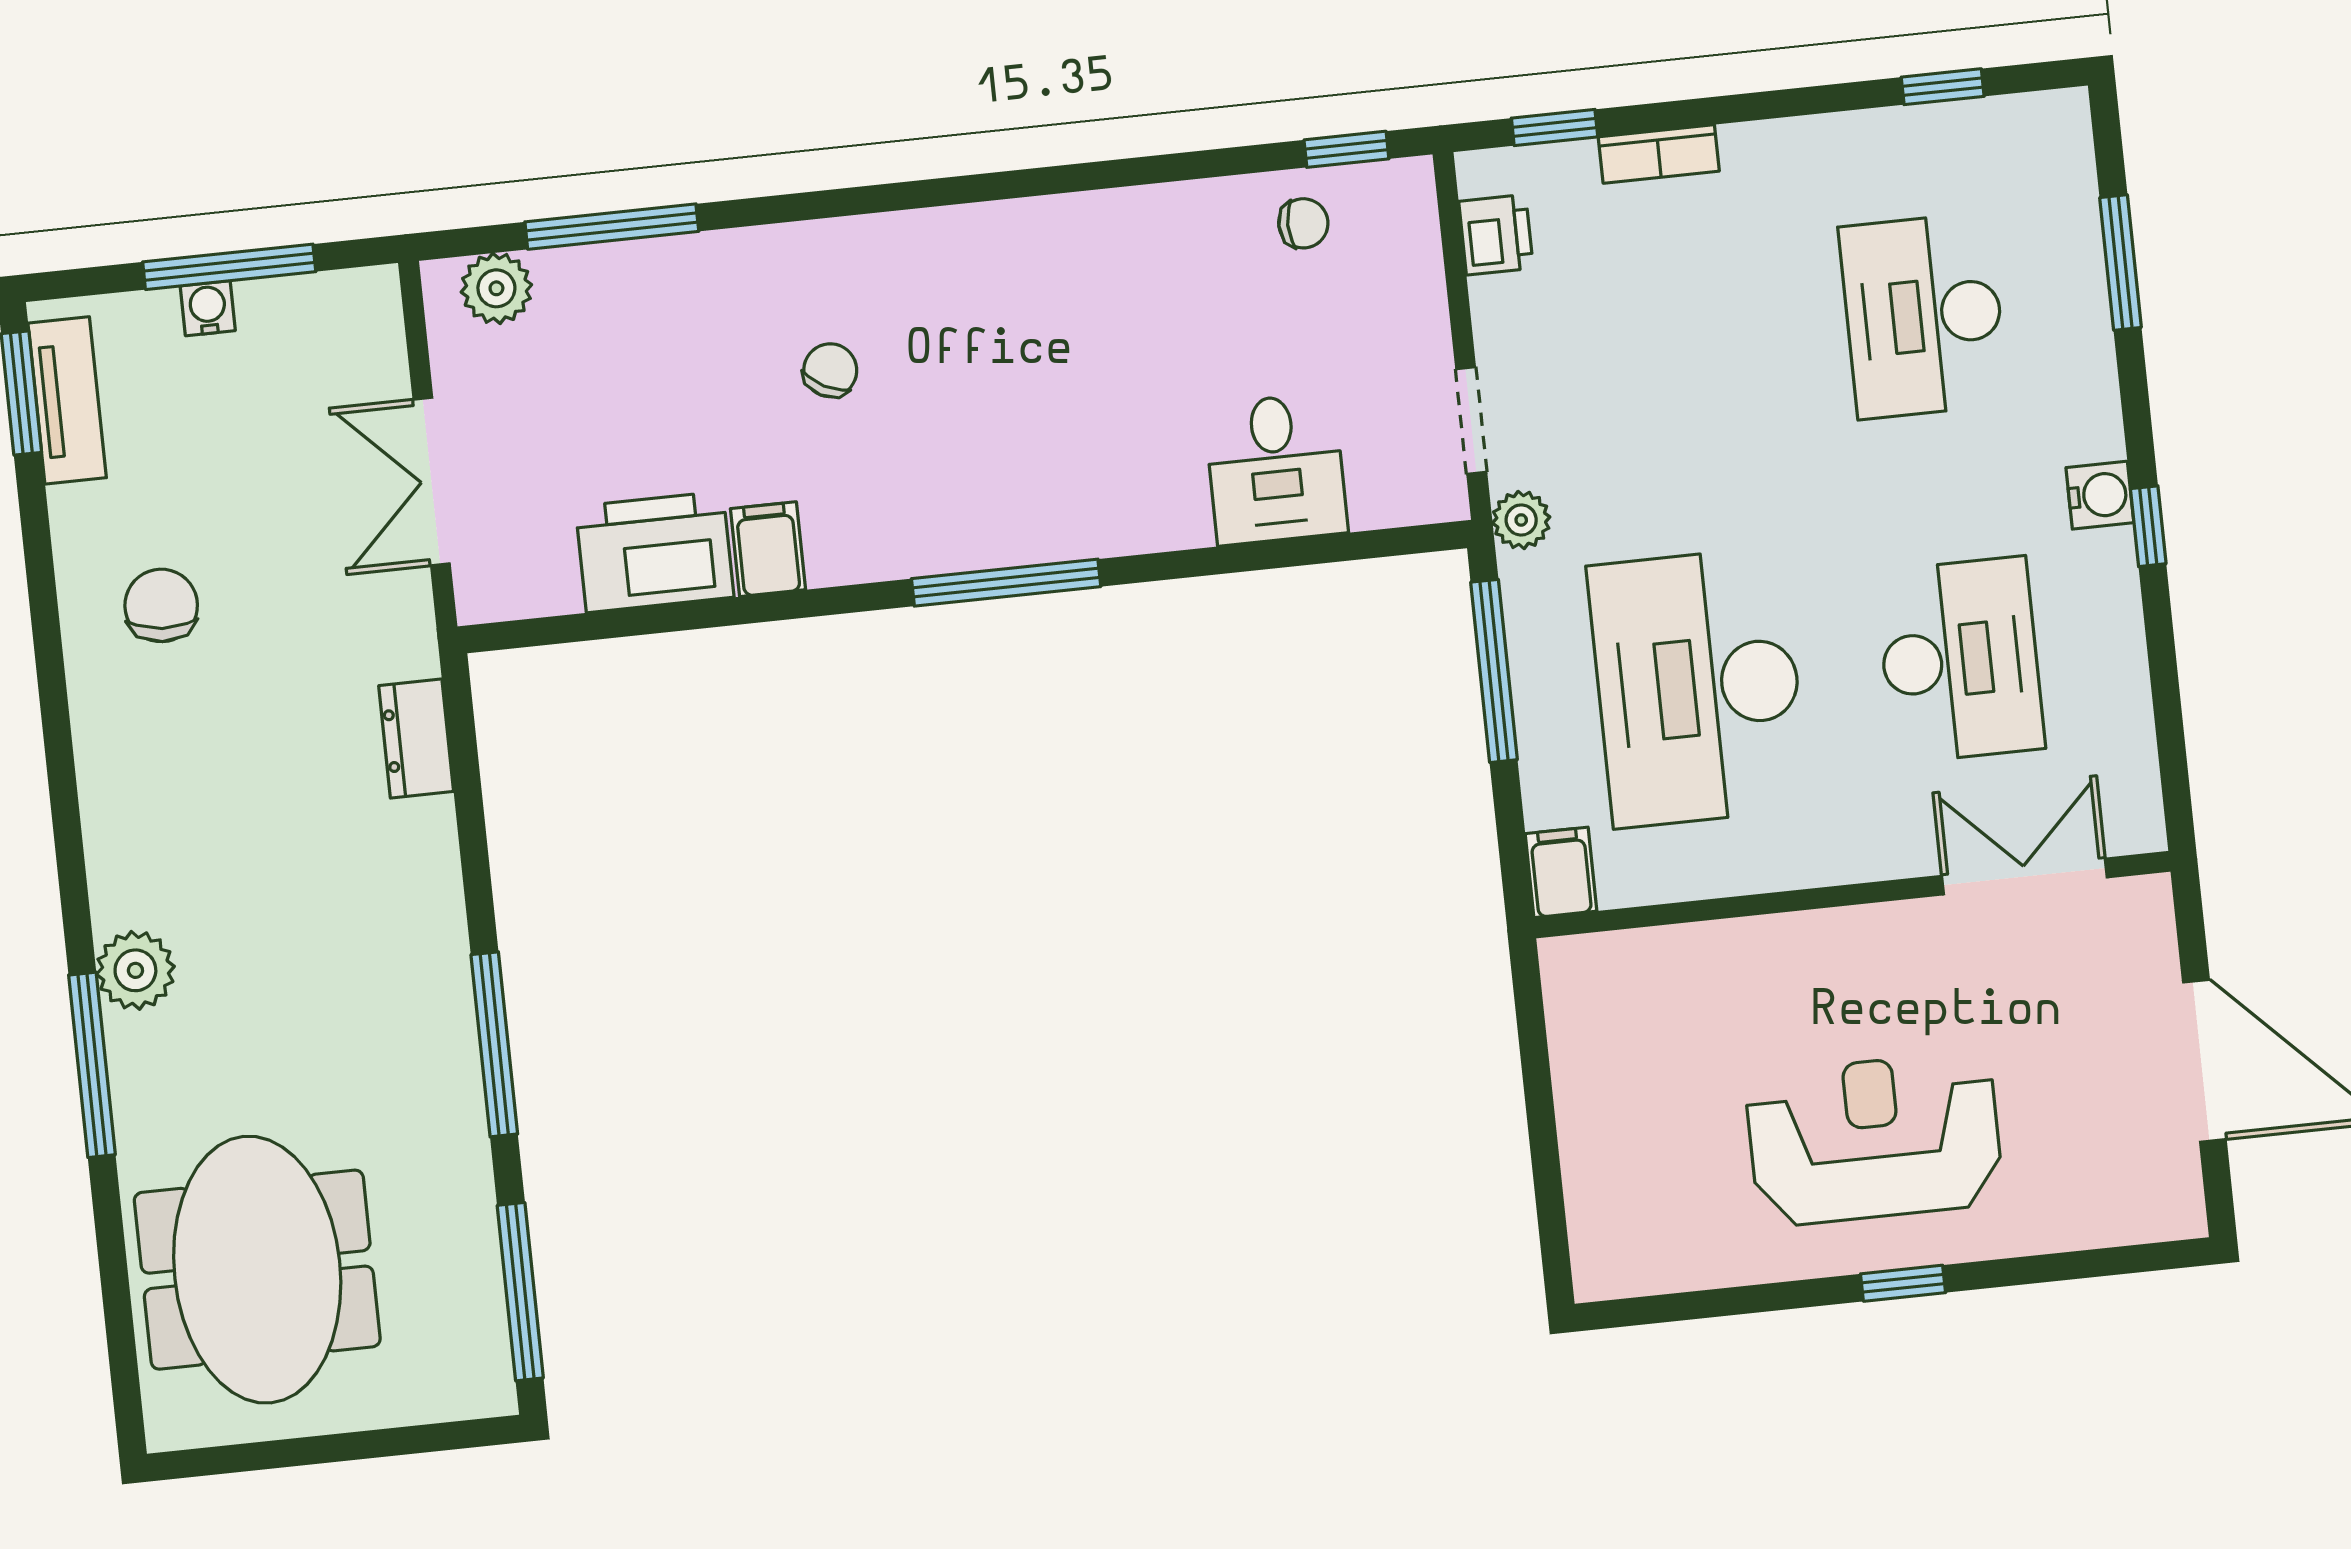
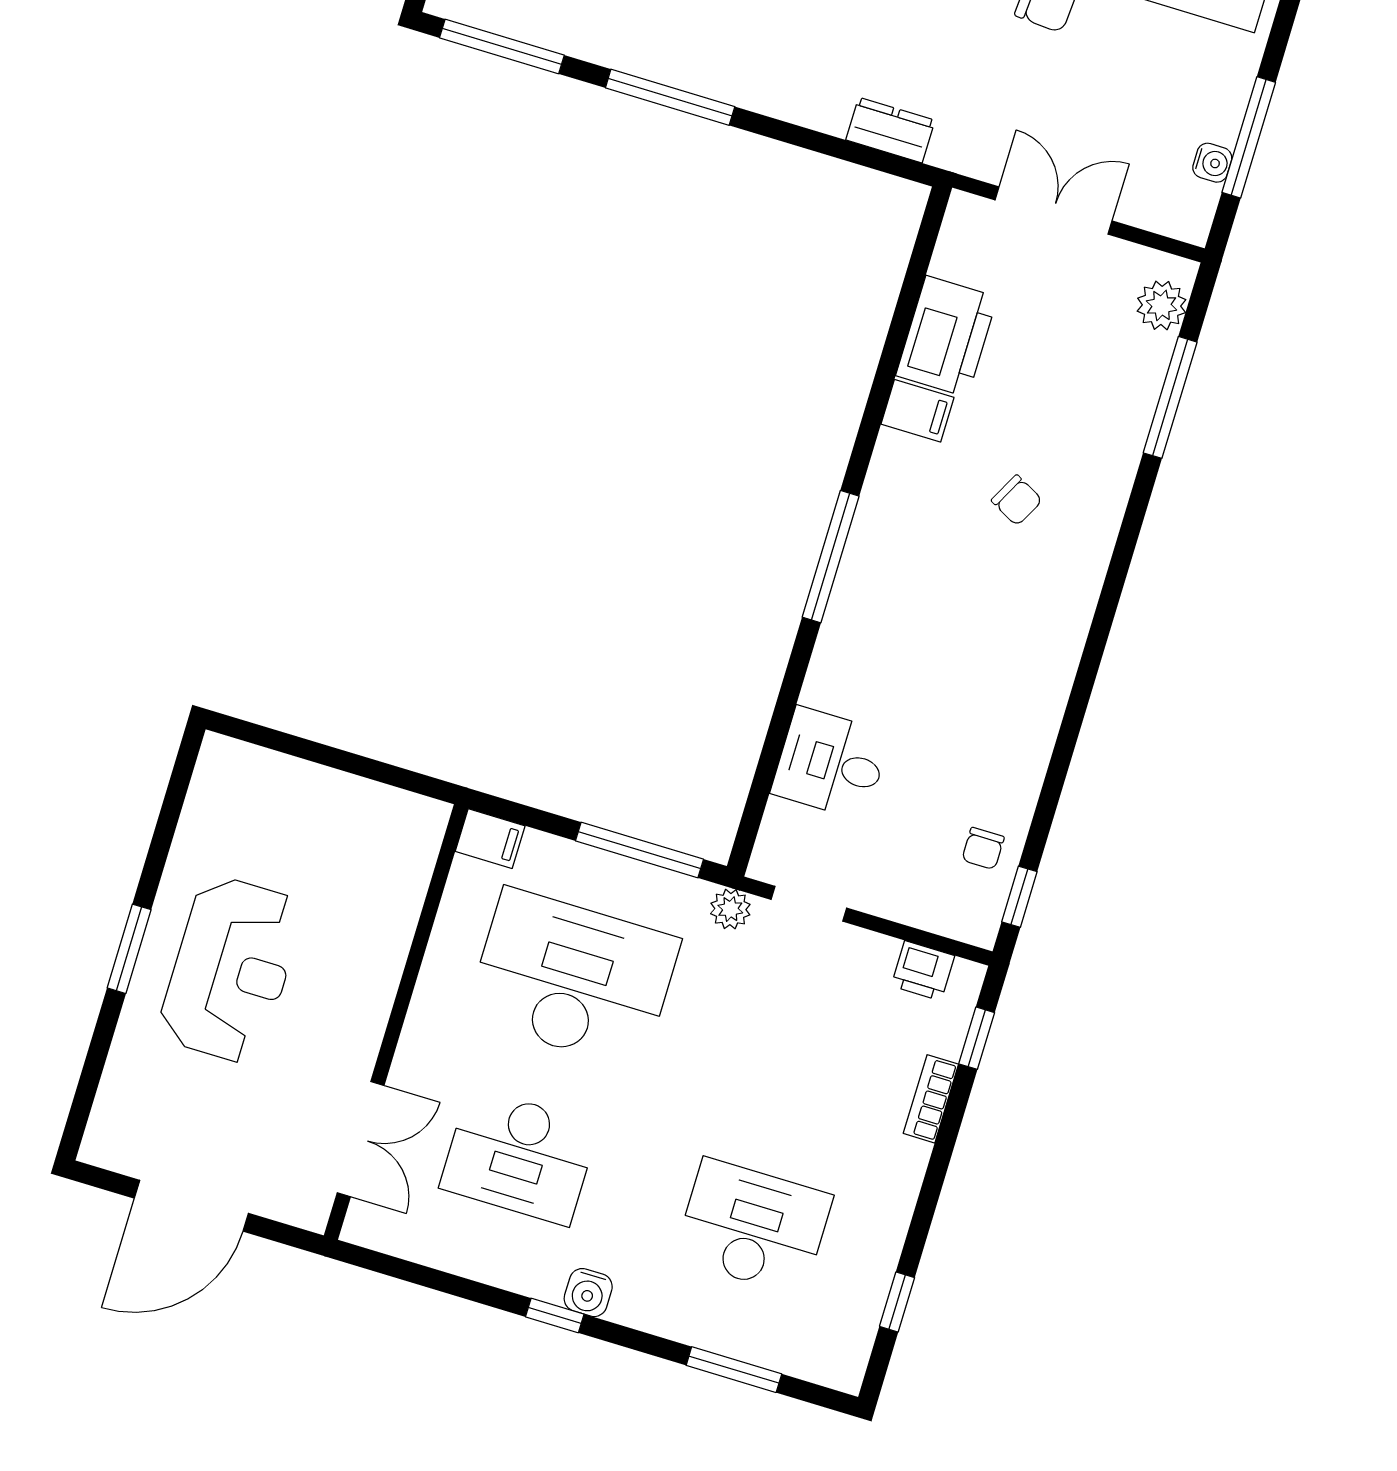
water cooler: (208, 308) -> (1212, 163), moved
window: (1903, 1283) -> (129, 949), width x1.50

